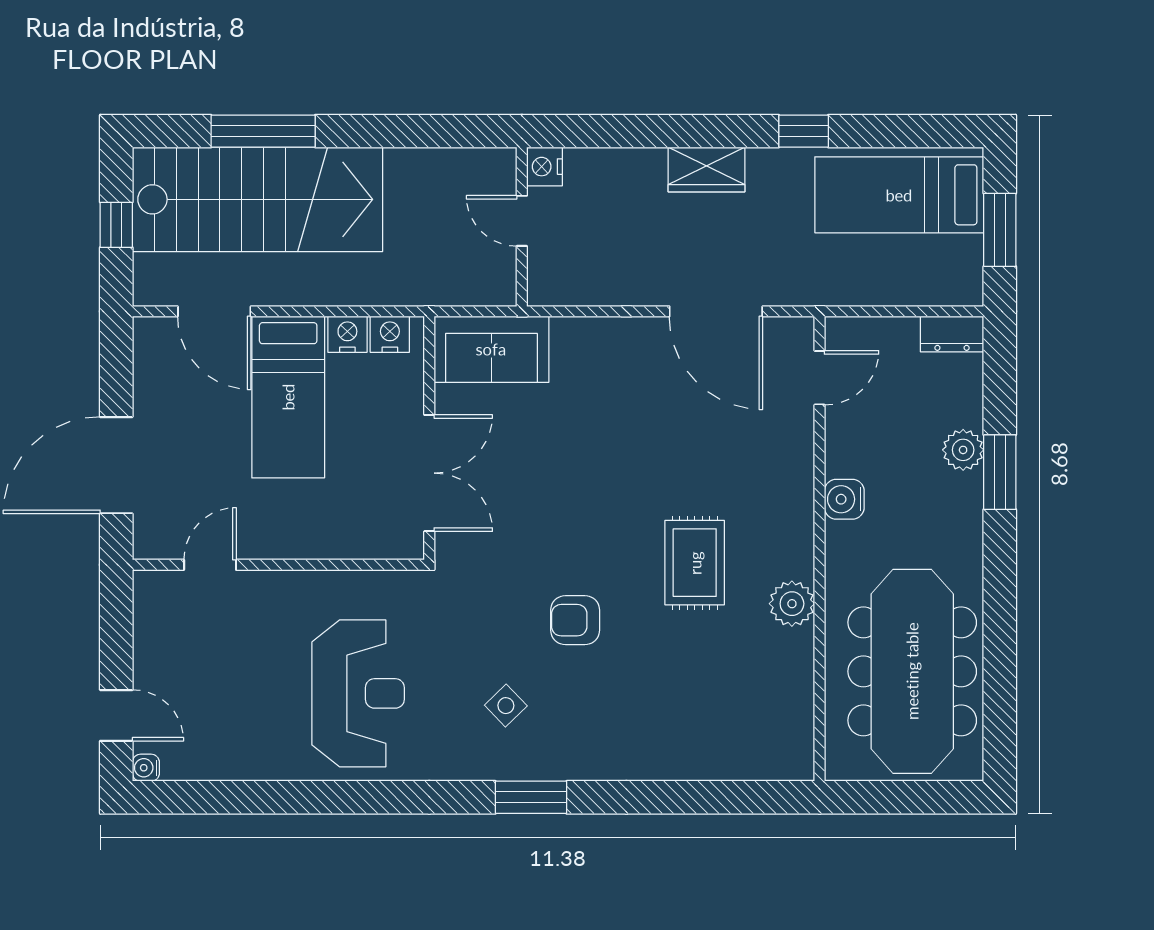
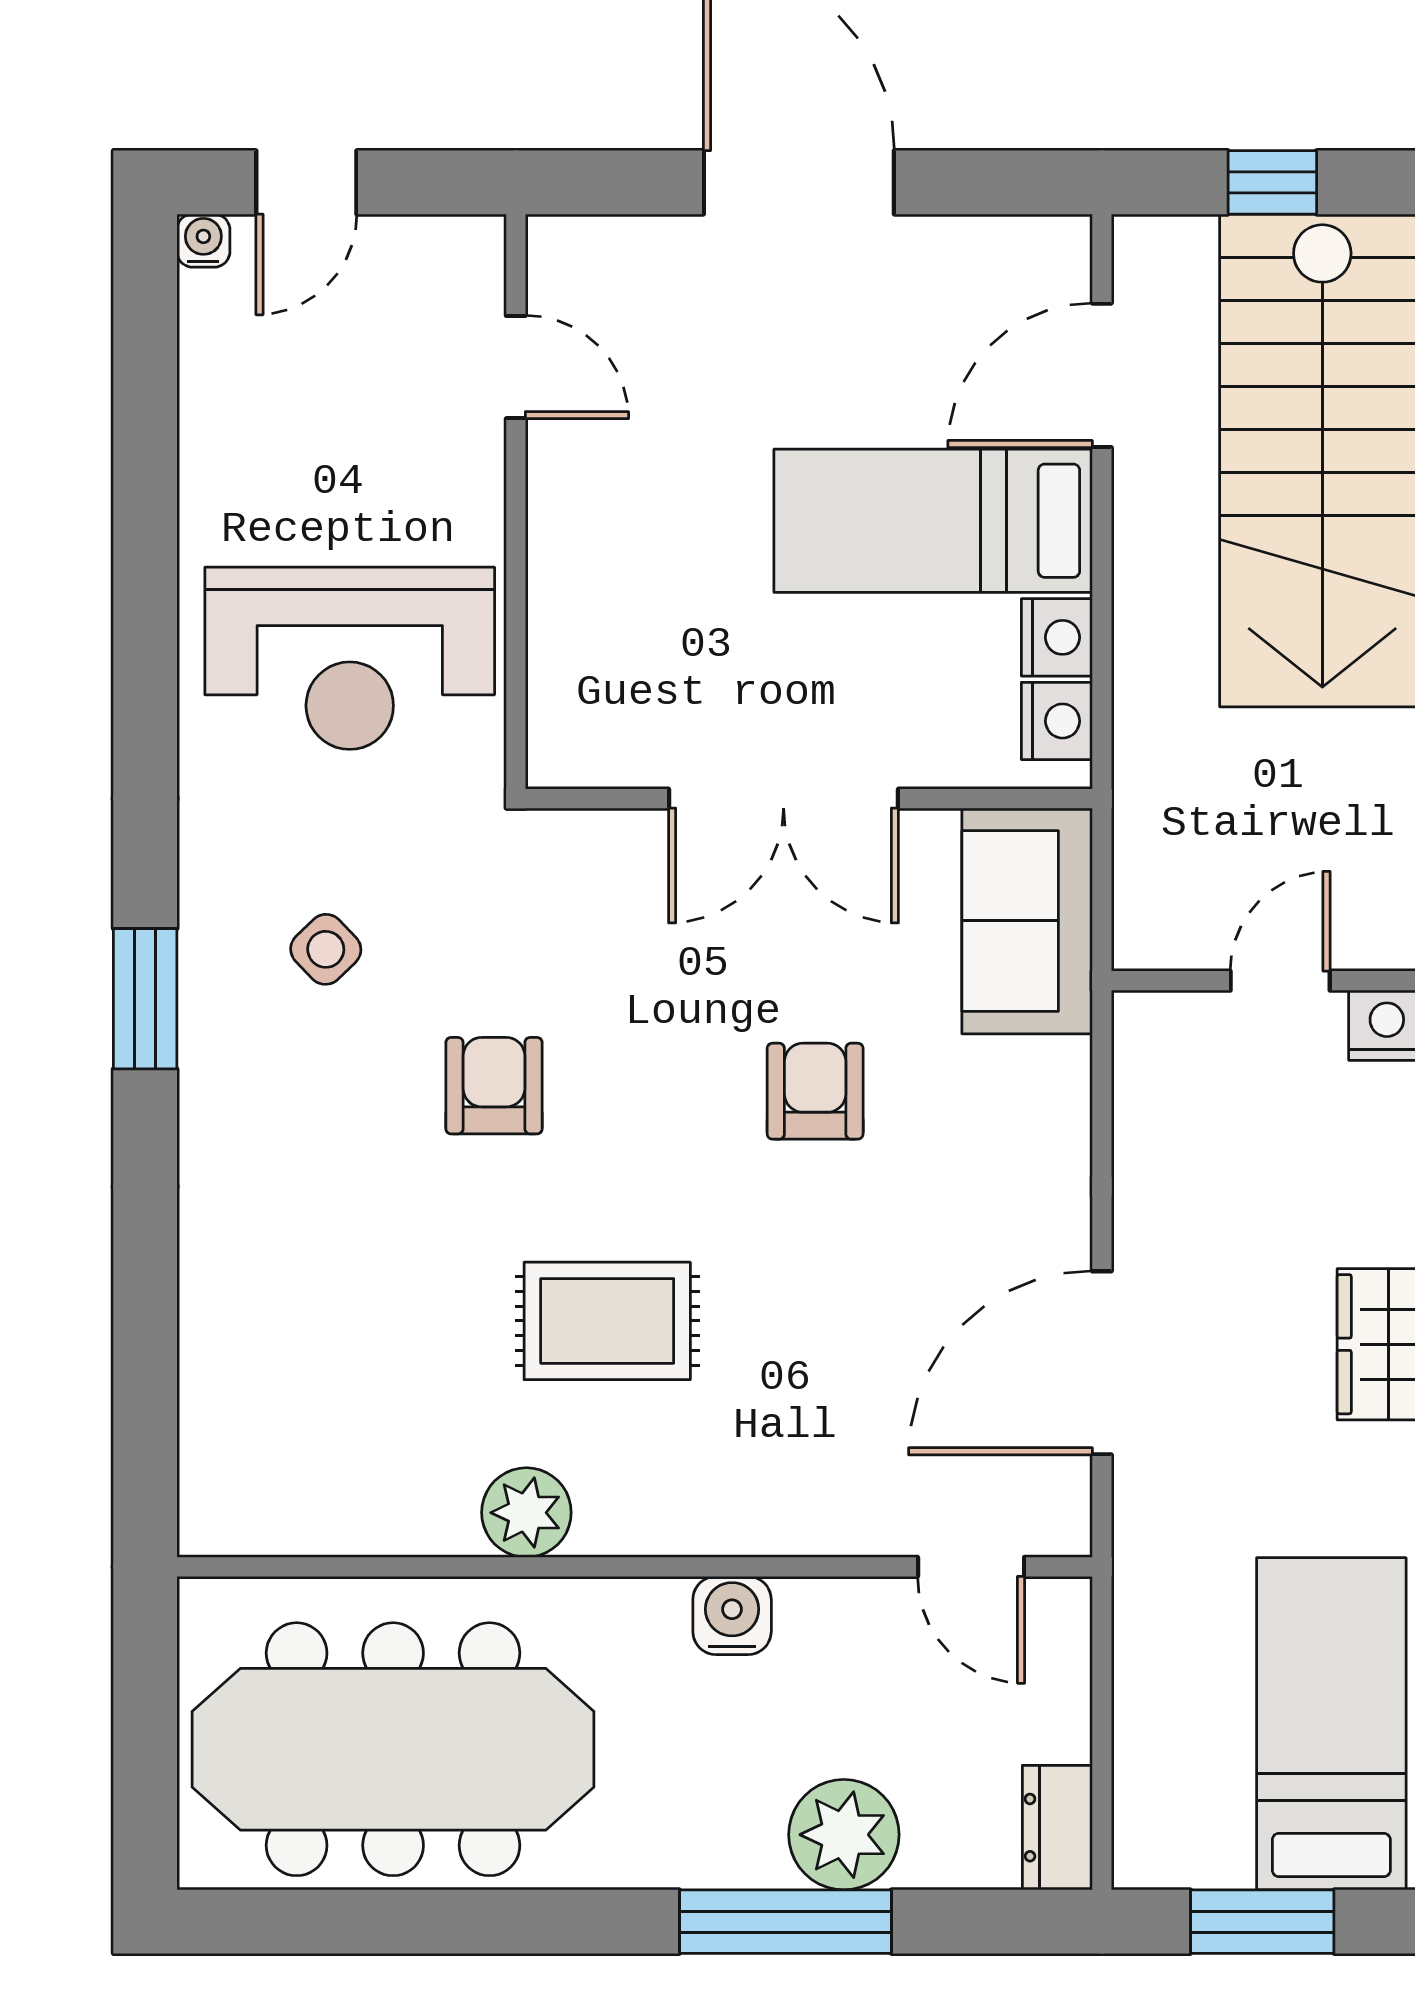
plant: (963, 450) -> (844, 1835), width x1.36, depth x1.36
armchair: (578, 457) -> (815, 1091), added
window: (1000, 472) -> (785, 1922), width x1.44
door: (210, 565) -> (516, 367), moved
wall: (278, 565) -> (516, 502), moved

